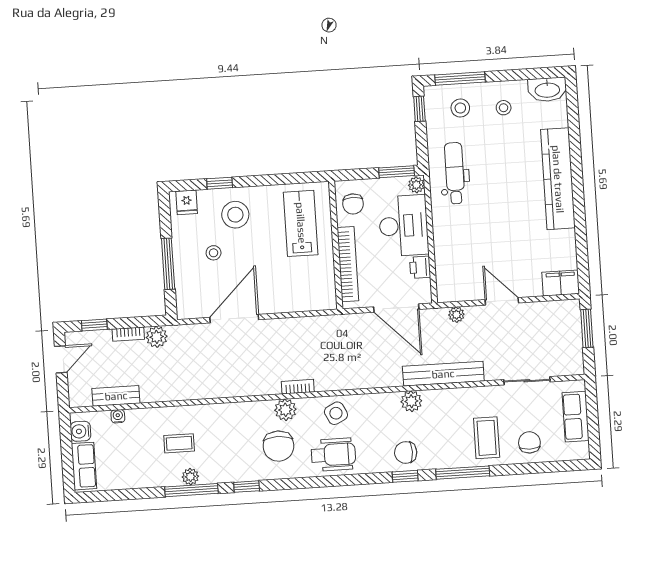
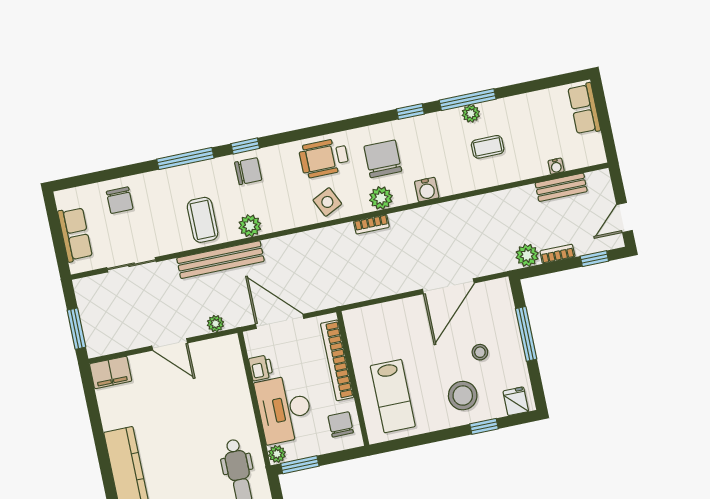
water cooler: (81, 431) -> (427, 190), moved, turned 90
coffee table: (487, 438) -> (203, 220), moved

